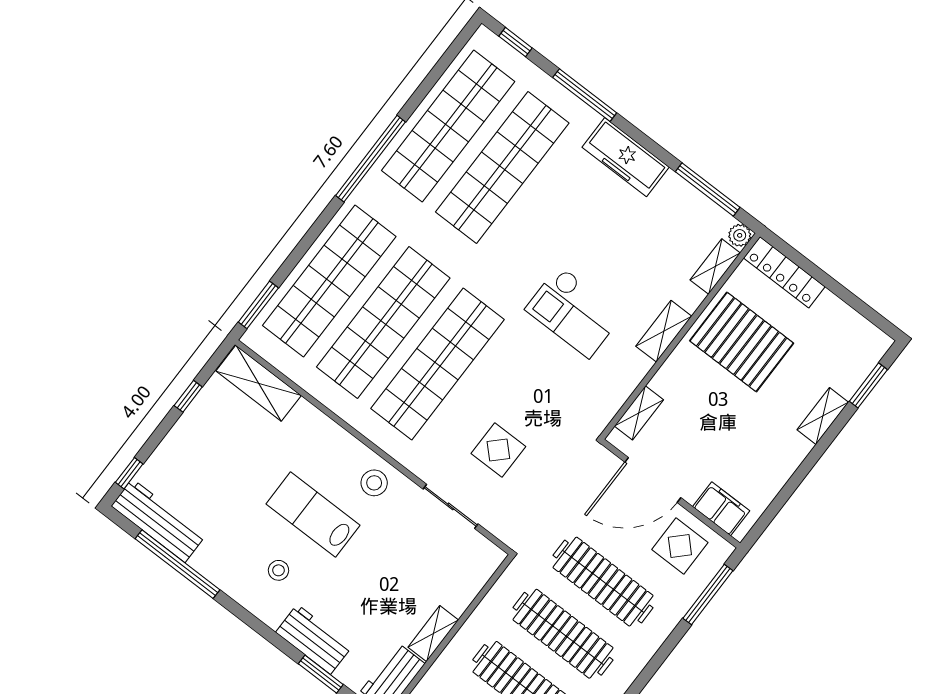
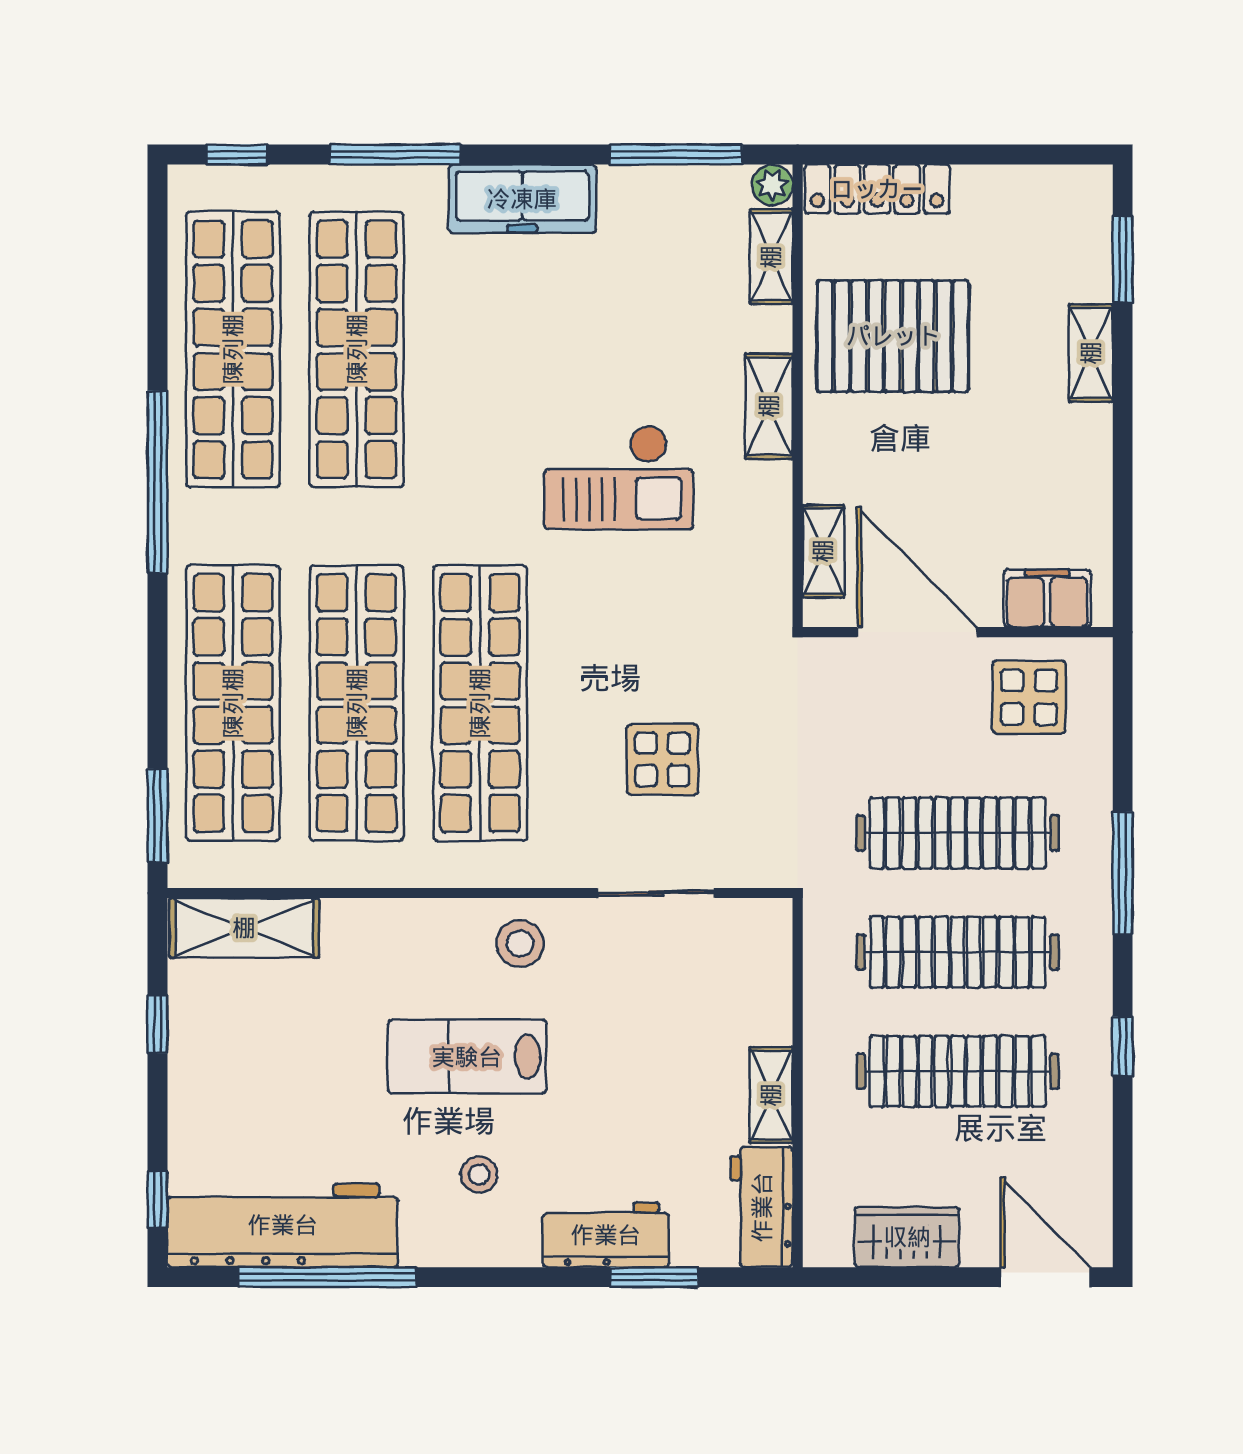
door: (653, 480) -> (917, 632), swing flipped
workbench: (158, 521) -> (283, 1225), width x1.36, depth x1.32
window: (708, 595) -> (1123, 873), moved

